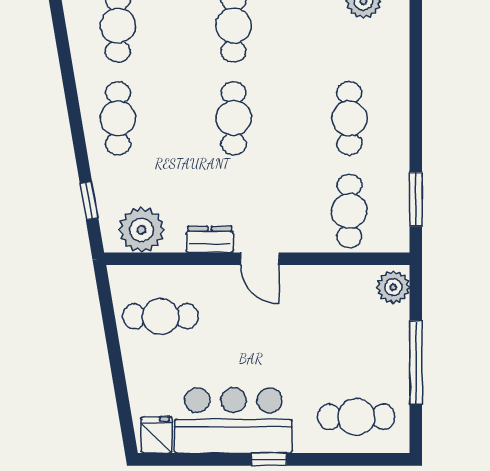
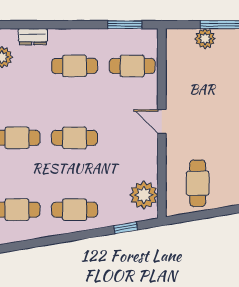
dresser: (210, 239) -> (33, 37), moved, turned -90
door: (260, 259) -> (162, 122), swing flipped
plant: (393, 287) -> (205, 39), moved

